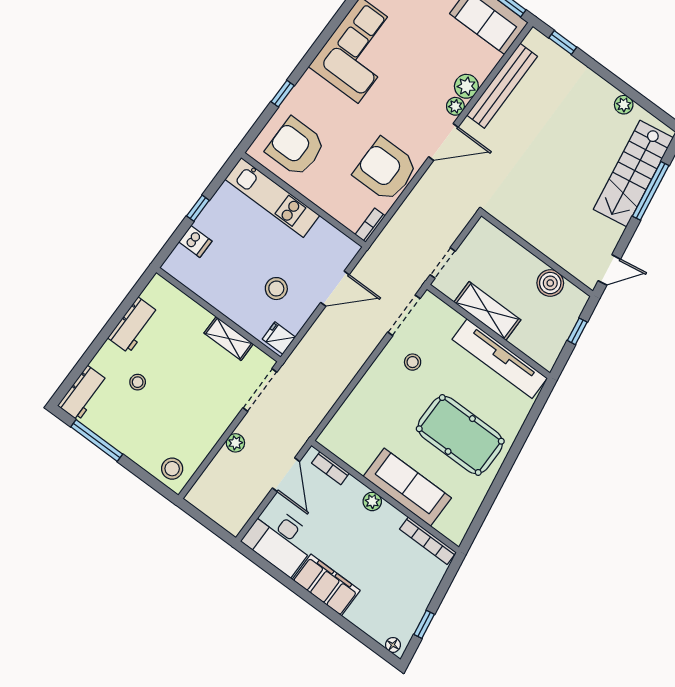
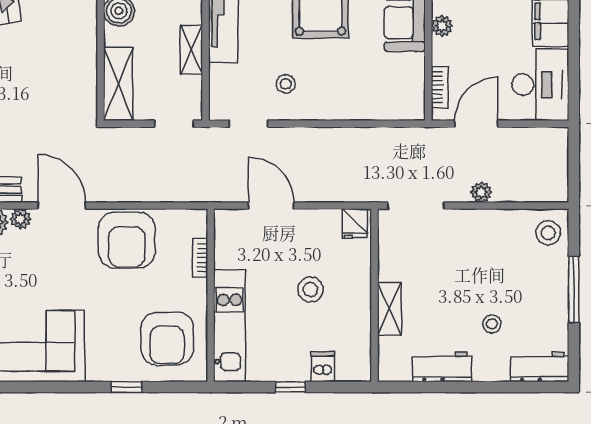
bookcase: (370, 225) -> (200, 258), moved, turned 90
shelving: (499, 245) -> (118, 84), added
stool: (276, 289) -> (310, 289), moved
shelving: (487, 311) -> (191, 50), width x0.67, depth x0.75
doorway: (404, 315) -> (249, 124), width x0.73
shelving: (229, 338) -> (390, 309), moved
window: (97, 440) -> (574, 289), moved

